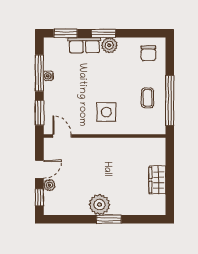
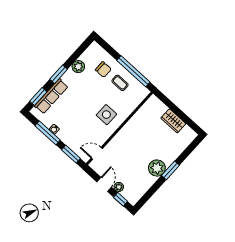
row of seats: (84, 45) -> (51, 96), width x1.48
plant: (109, 45) -> (78, 67), moved
chair: (148, 53) -> (103, 70), moved

